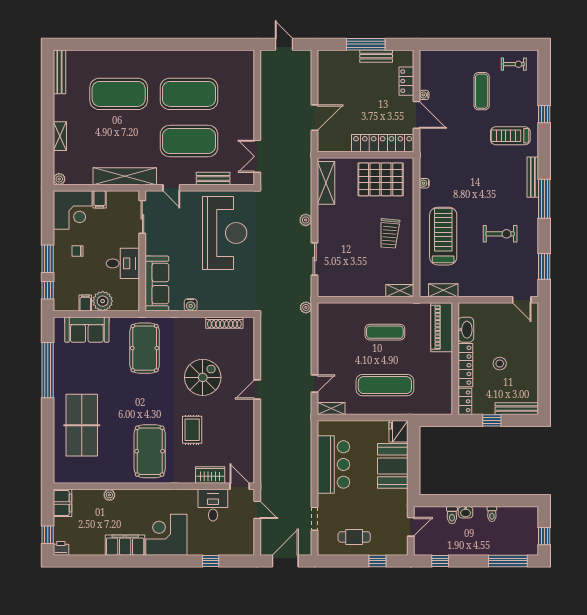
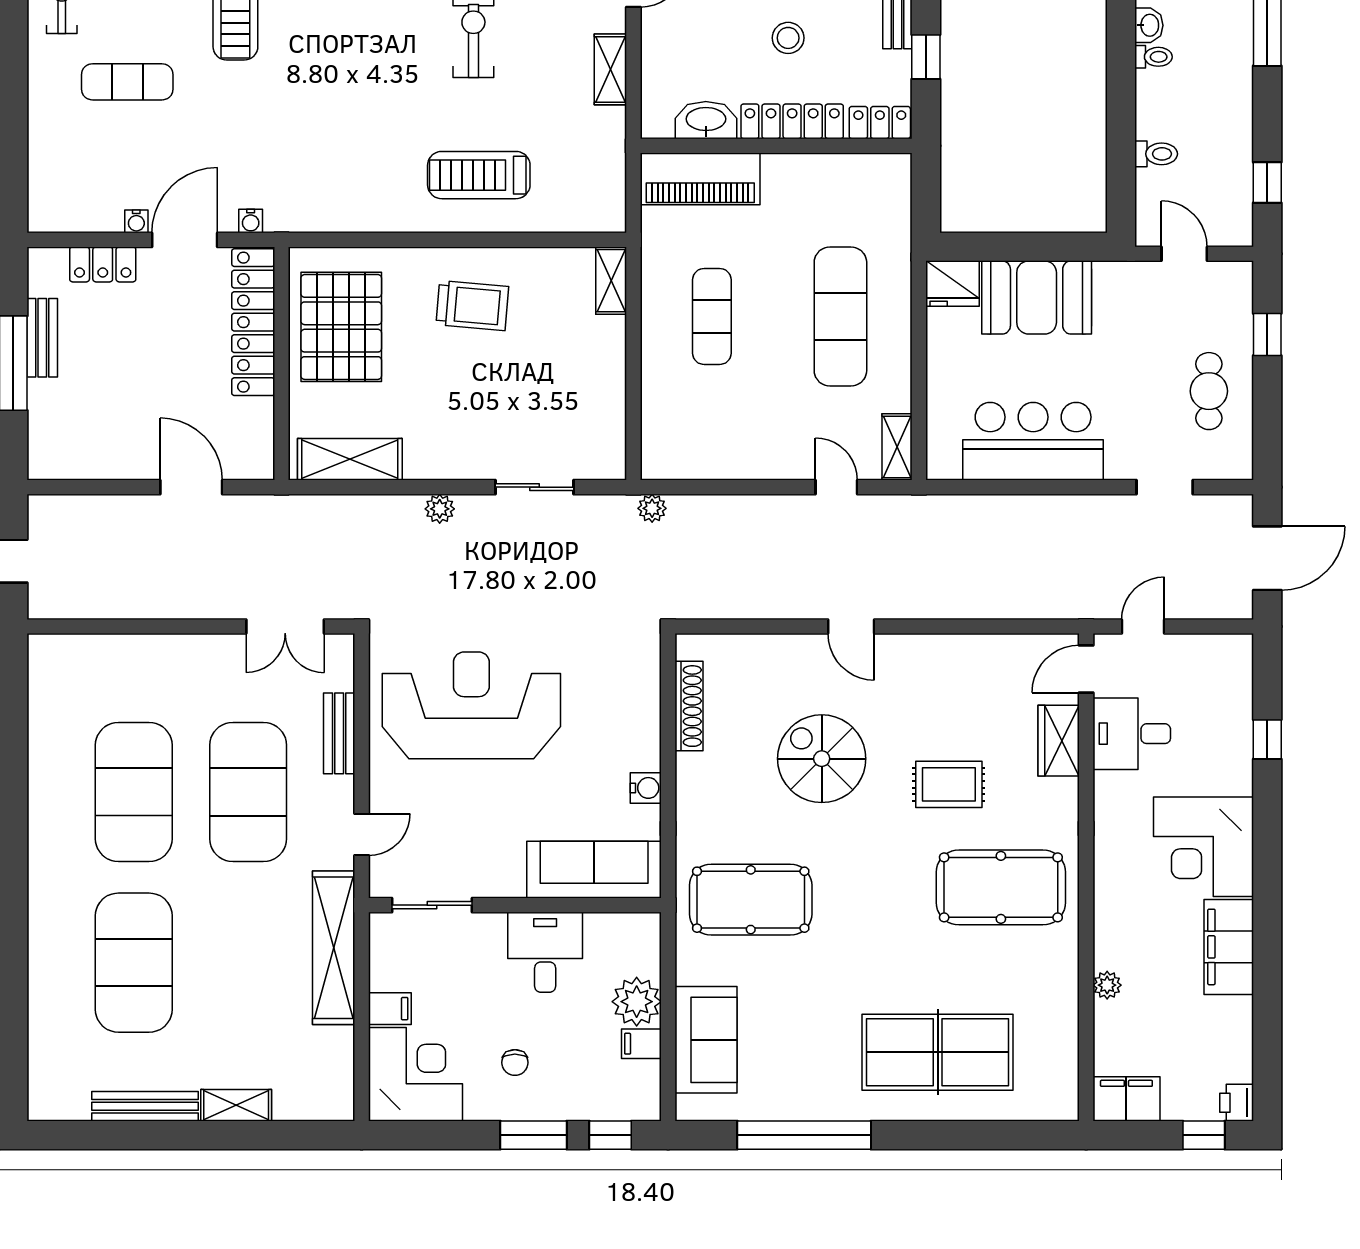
bench: (59, 72) -> (145, 1106), moved
plant: (59, 179) -> (340, 1107), removed
water cooler: (424, 183) -> (251, 221), moved
treadmill: (443, 236) -> (479, 175), width x0.73, depth x0.73
shelving: (443, 290) -> (610, 69), moved
washbasin: (466, 512) -> (1149, 25), moved
door: (285, 561) -> (1267, 558), swing flipped

